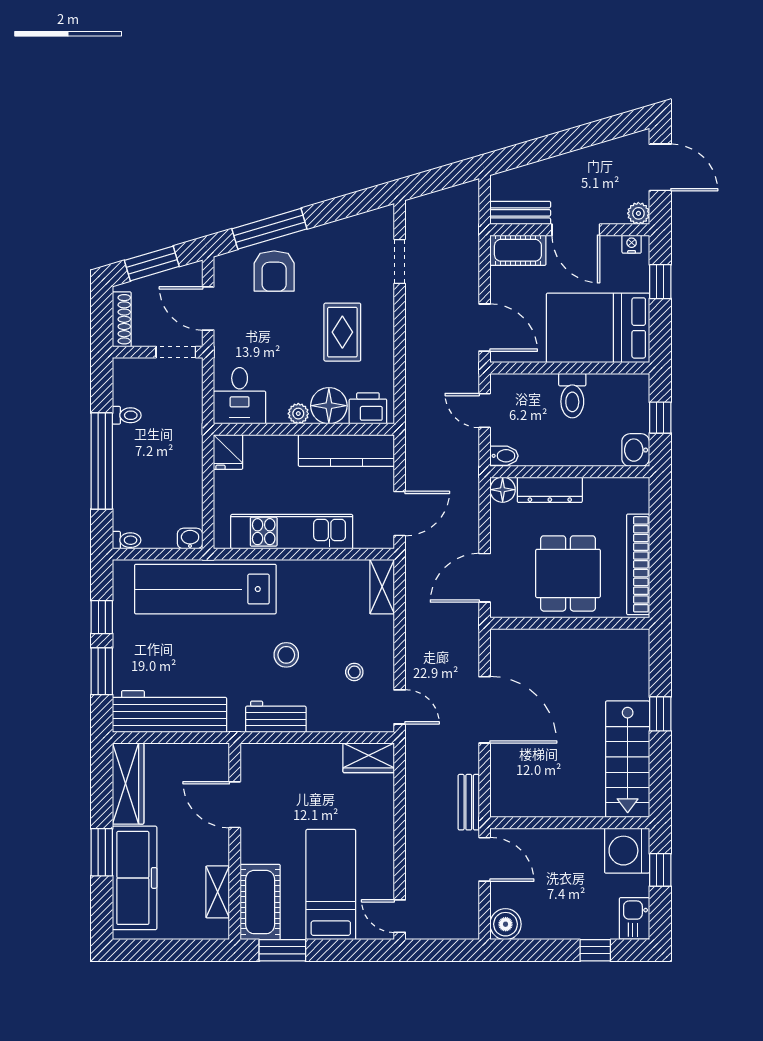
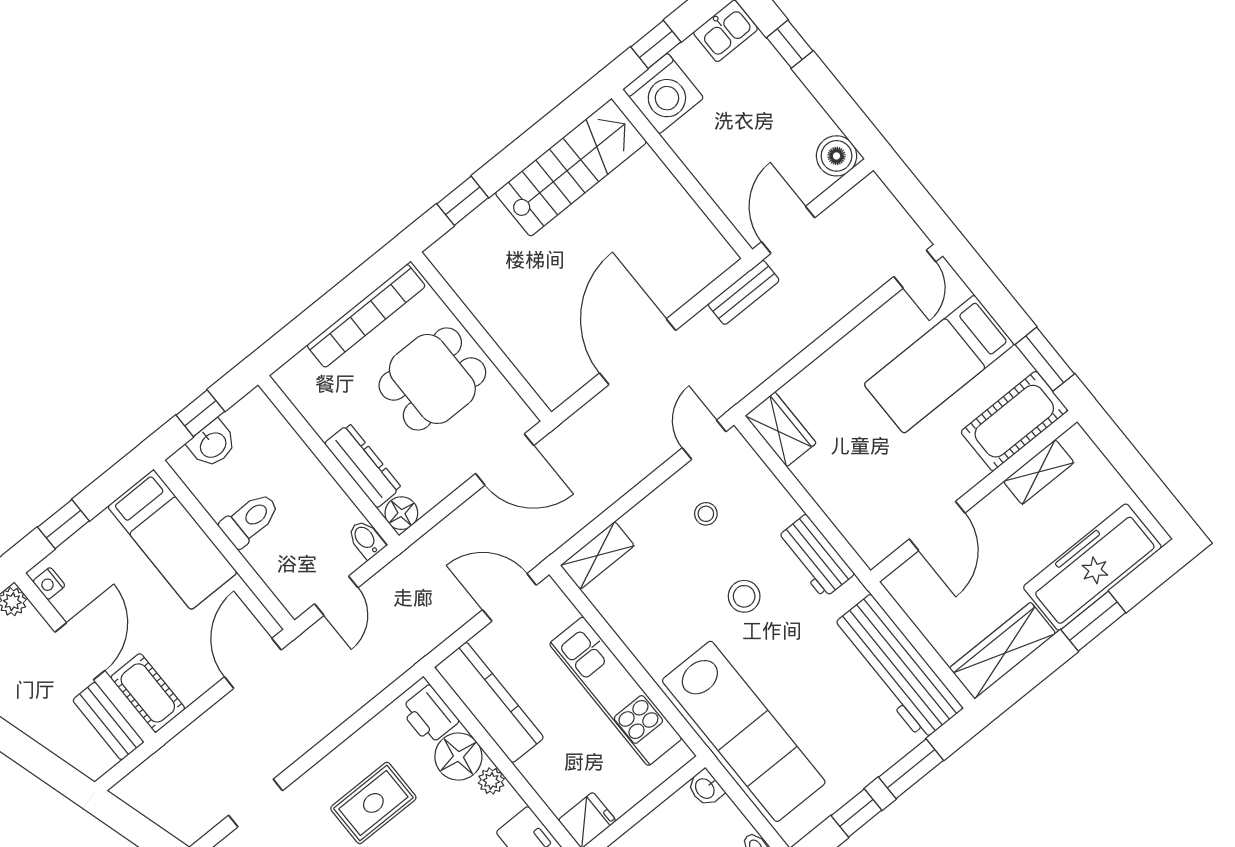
bed: (598, 328) -> (172, 540), width x0.67
washbasin: (636, 450) -> (212, 444), moved
window: (660, 714) -> (463, 201), moved

